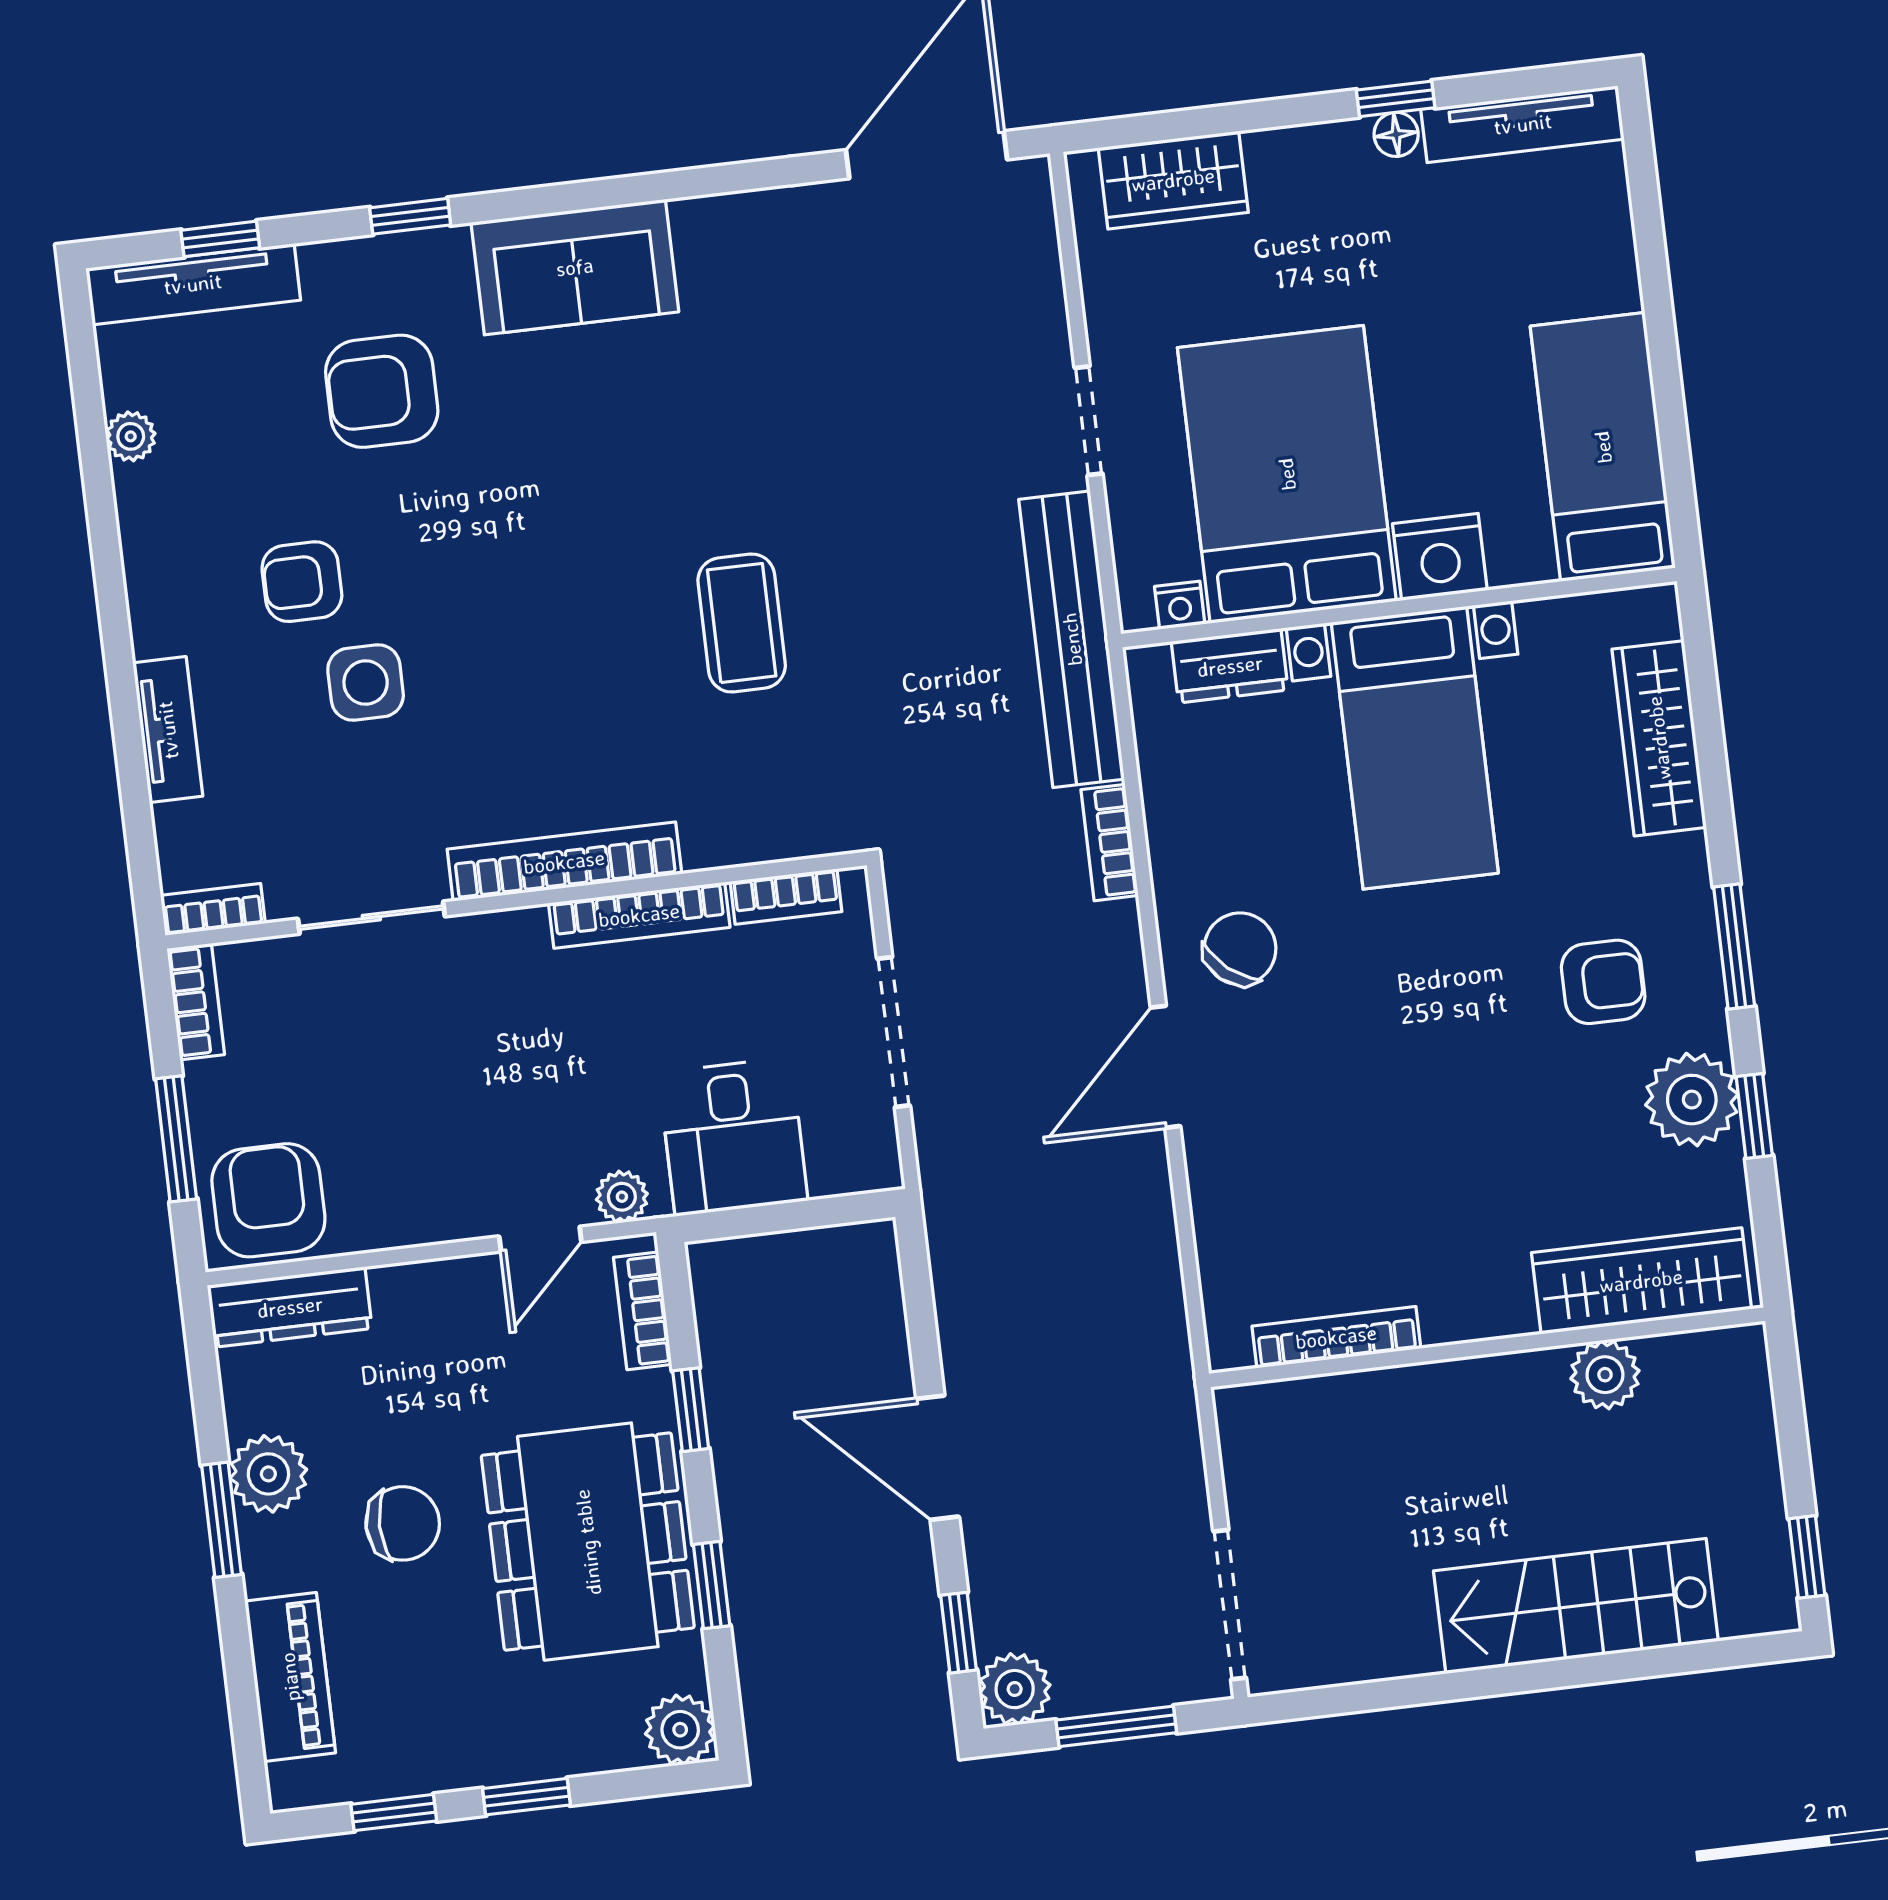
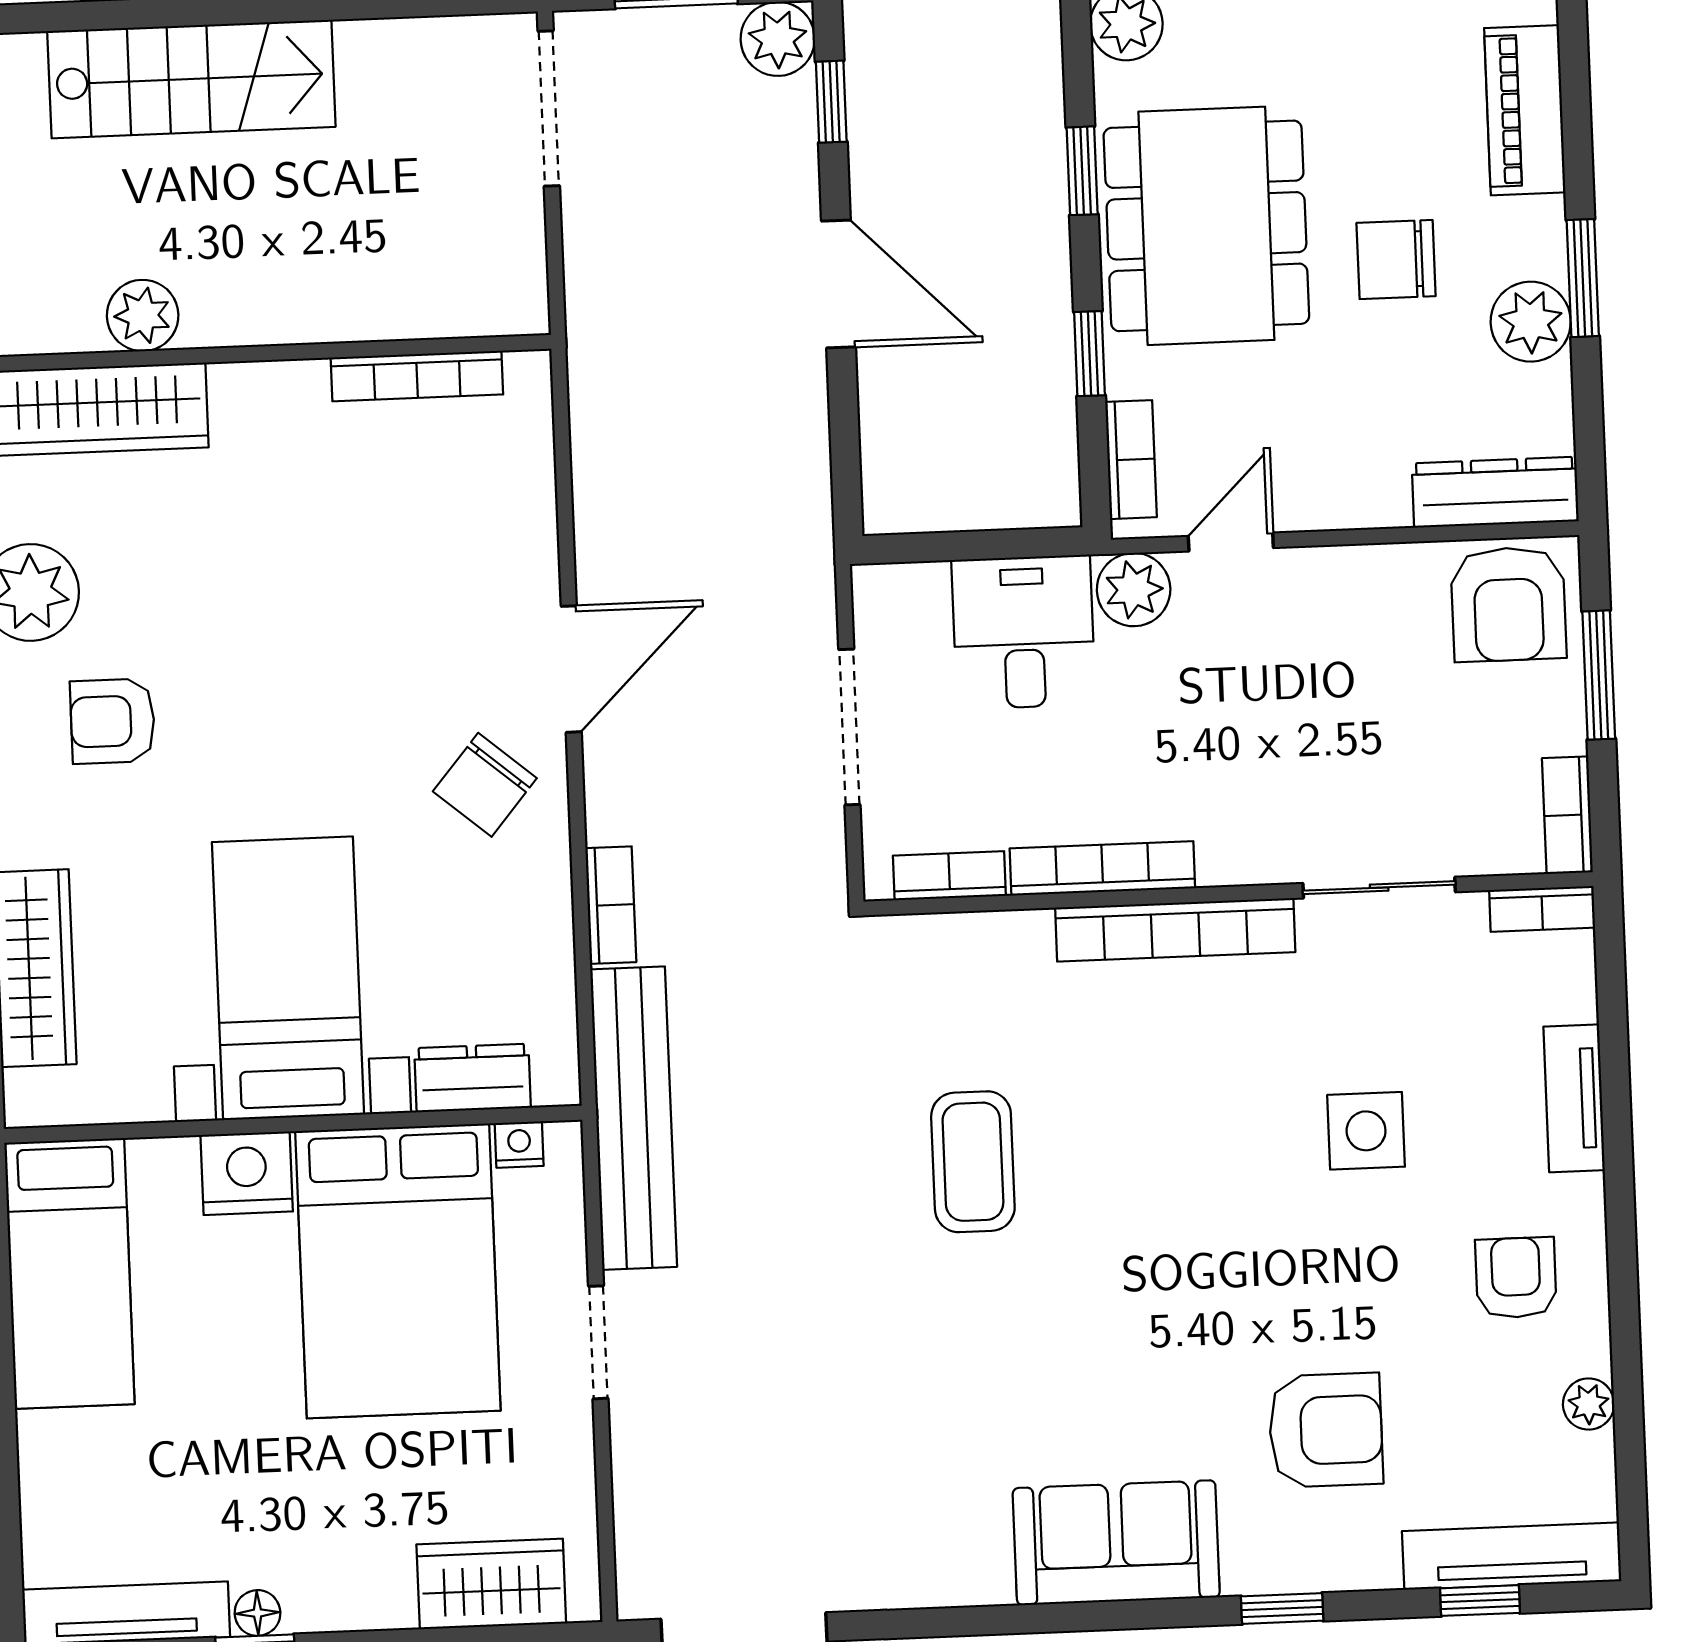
armchair: (302, 582) -> (1516, 1278), moved, turned -90
plant: (622, 1197) -> (1134, 590), width x1.38, depth x1.38

